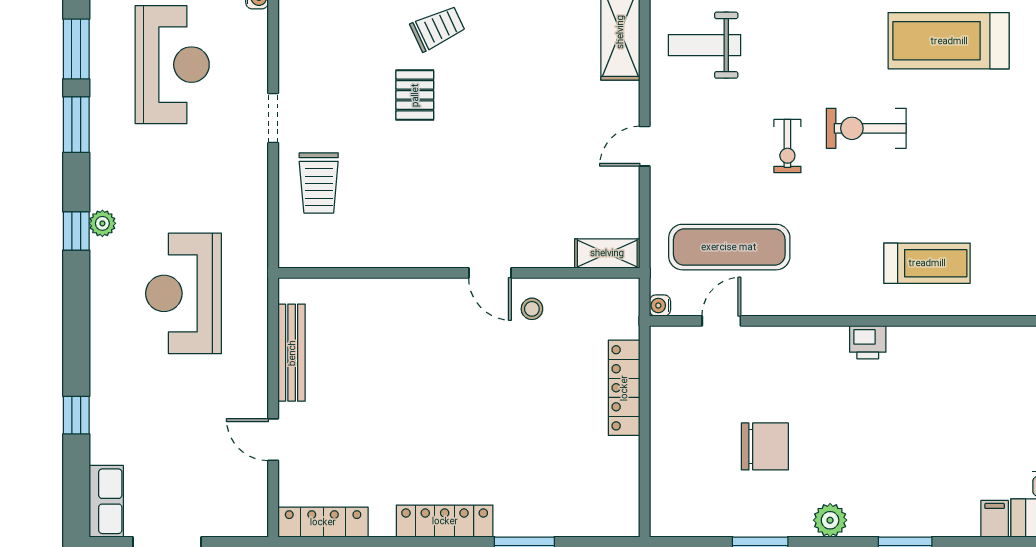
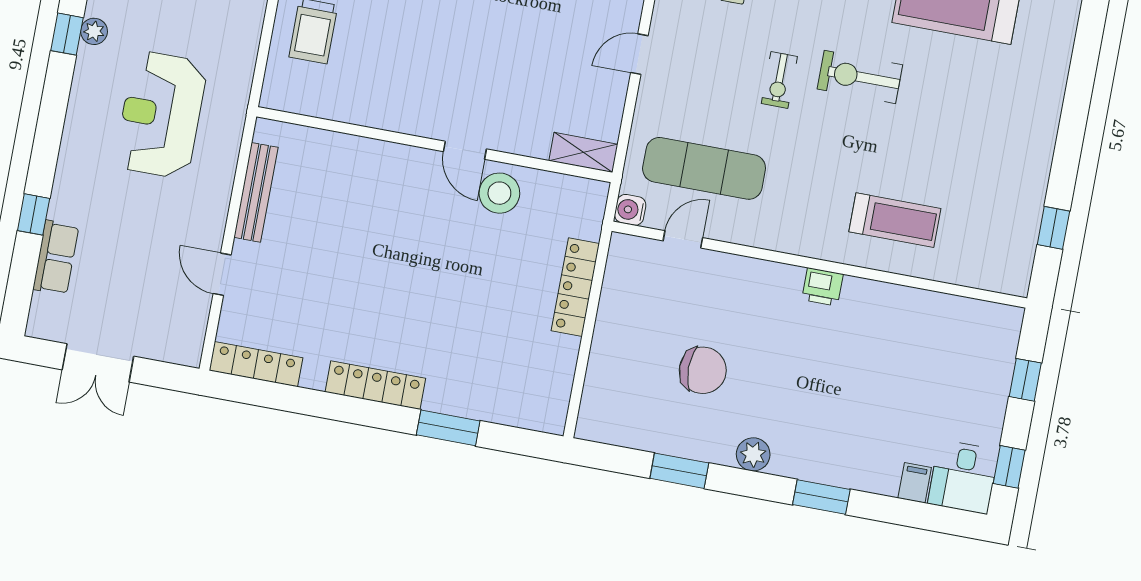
water cooler: (660, 306) -> (630, 210), width x1.38, depth x1.38
stool: (532, 309) -> (499, 193), width x1.89, depth x1.89
row of seats: (106, 501) -> (56, 258), moved

